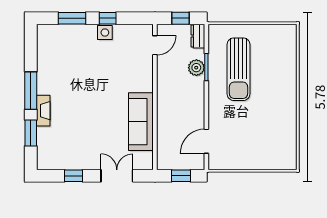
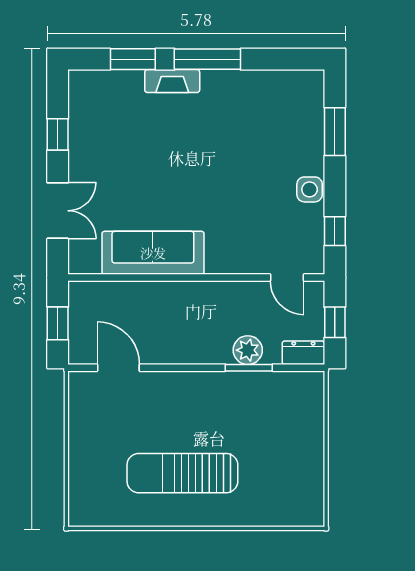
window: (108, 18) -> (335, 231), moved
sun lounger: (239, 69) -> (182, 473), moved

